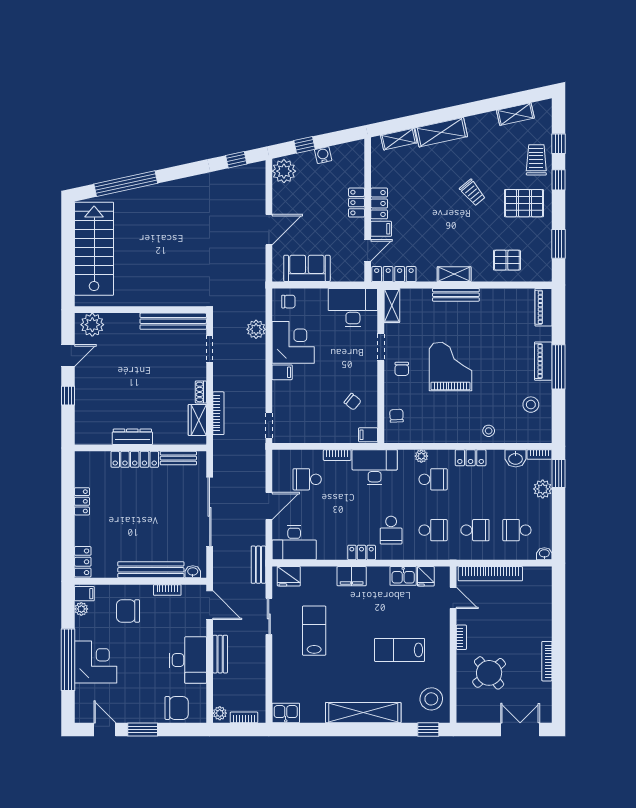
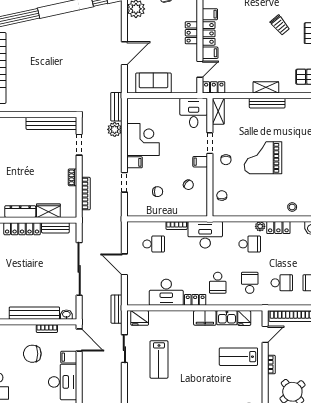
filing cabinet: (381, 178) -> (210, 14), added
locker: (394, 274) -> (214, 87), width x0.66
chair: (288, 302) -> (158, 192), moved
desk: (353, 308) -> (194, 113), width x0.73
grand piano: (450, 366) -> (263, 158), turned -90
wardrobe: (197, 420) -> (48, 211), moved, turned 90
doorway: (269, 425) -> (124, 182), moved
filing cabinet: (368, 435) -> (200, 162), moved
plant: (421, 456) -> (260, 226), moved
school desk: (307, 479) -> (154, 244), turned 180
door: (269, 506) -> (124, 264), swing flipped
school desk: (433, 530) -> (250, 283), turned -90
desk: (294, 543) -> (166, 292), moved
filing cabinet: (352, 576) -> (205, 318), moved
door: (453, 598) -> (265, 334), hinge flipped
chair: (128, 611) -> (32, 354), moved
filing cabinet: (196, 628) -> (69, 357), added
lab bench: (314, 631) -> (159, 359), turned 180
lab bench: (400, 650) -> (238, 357), moved
bench: (220, 654) -> (116, 107), moved

